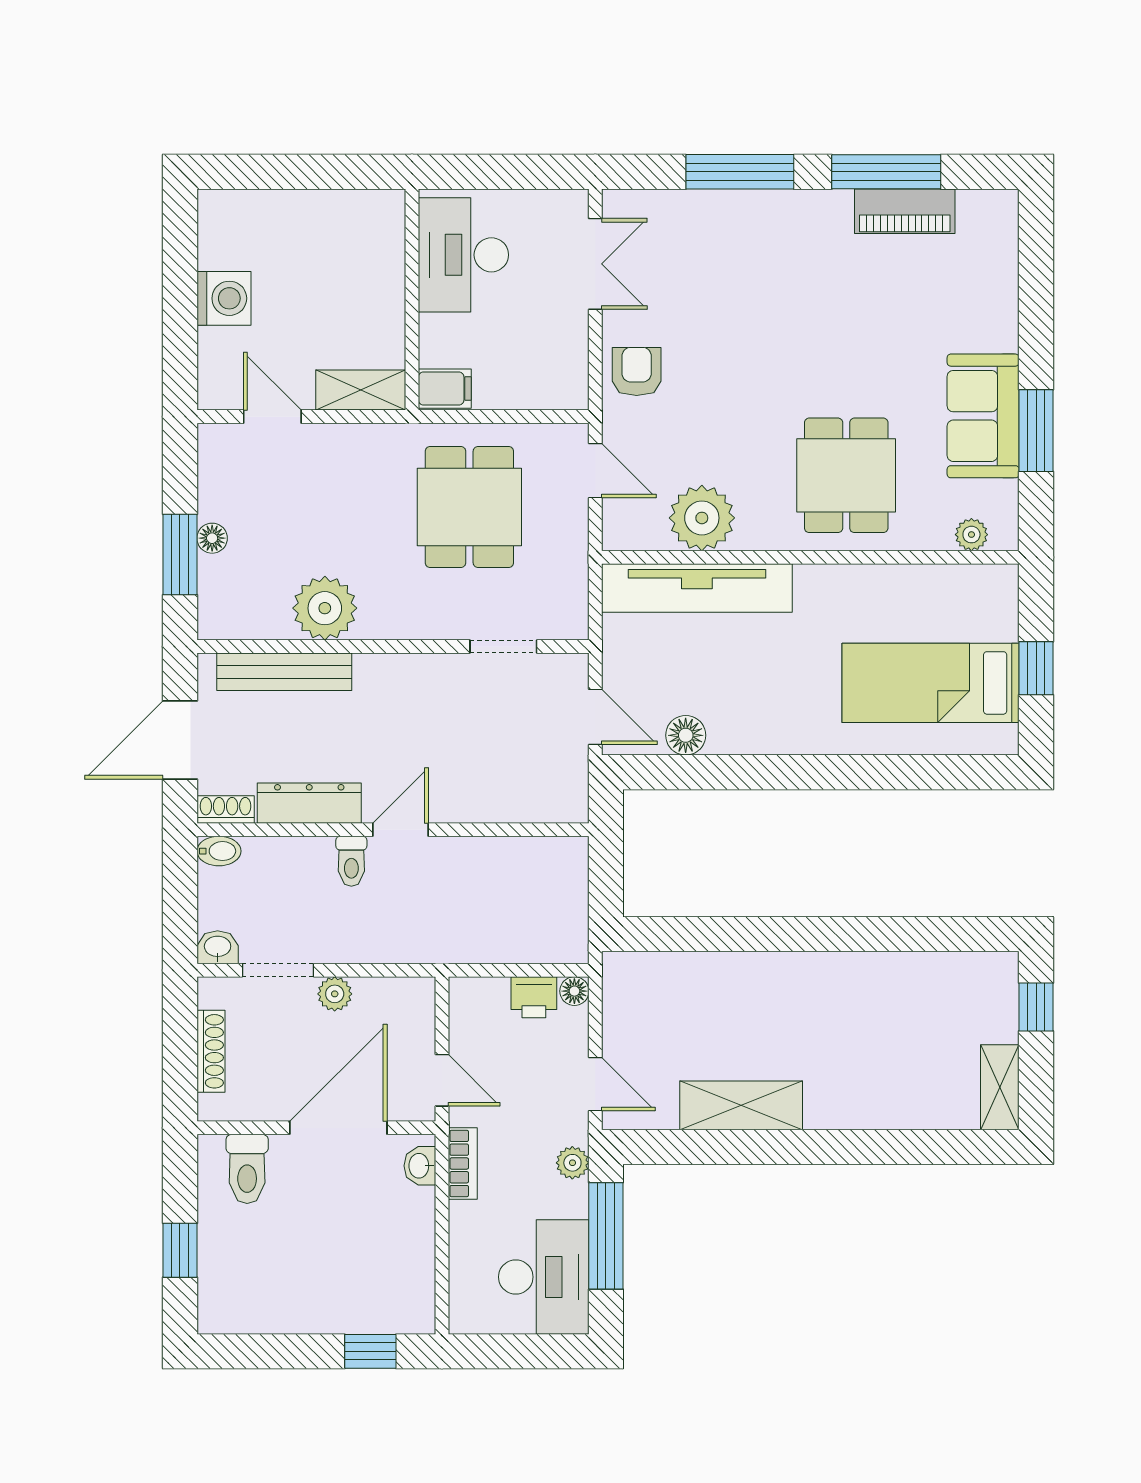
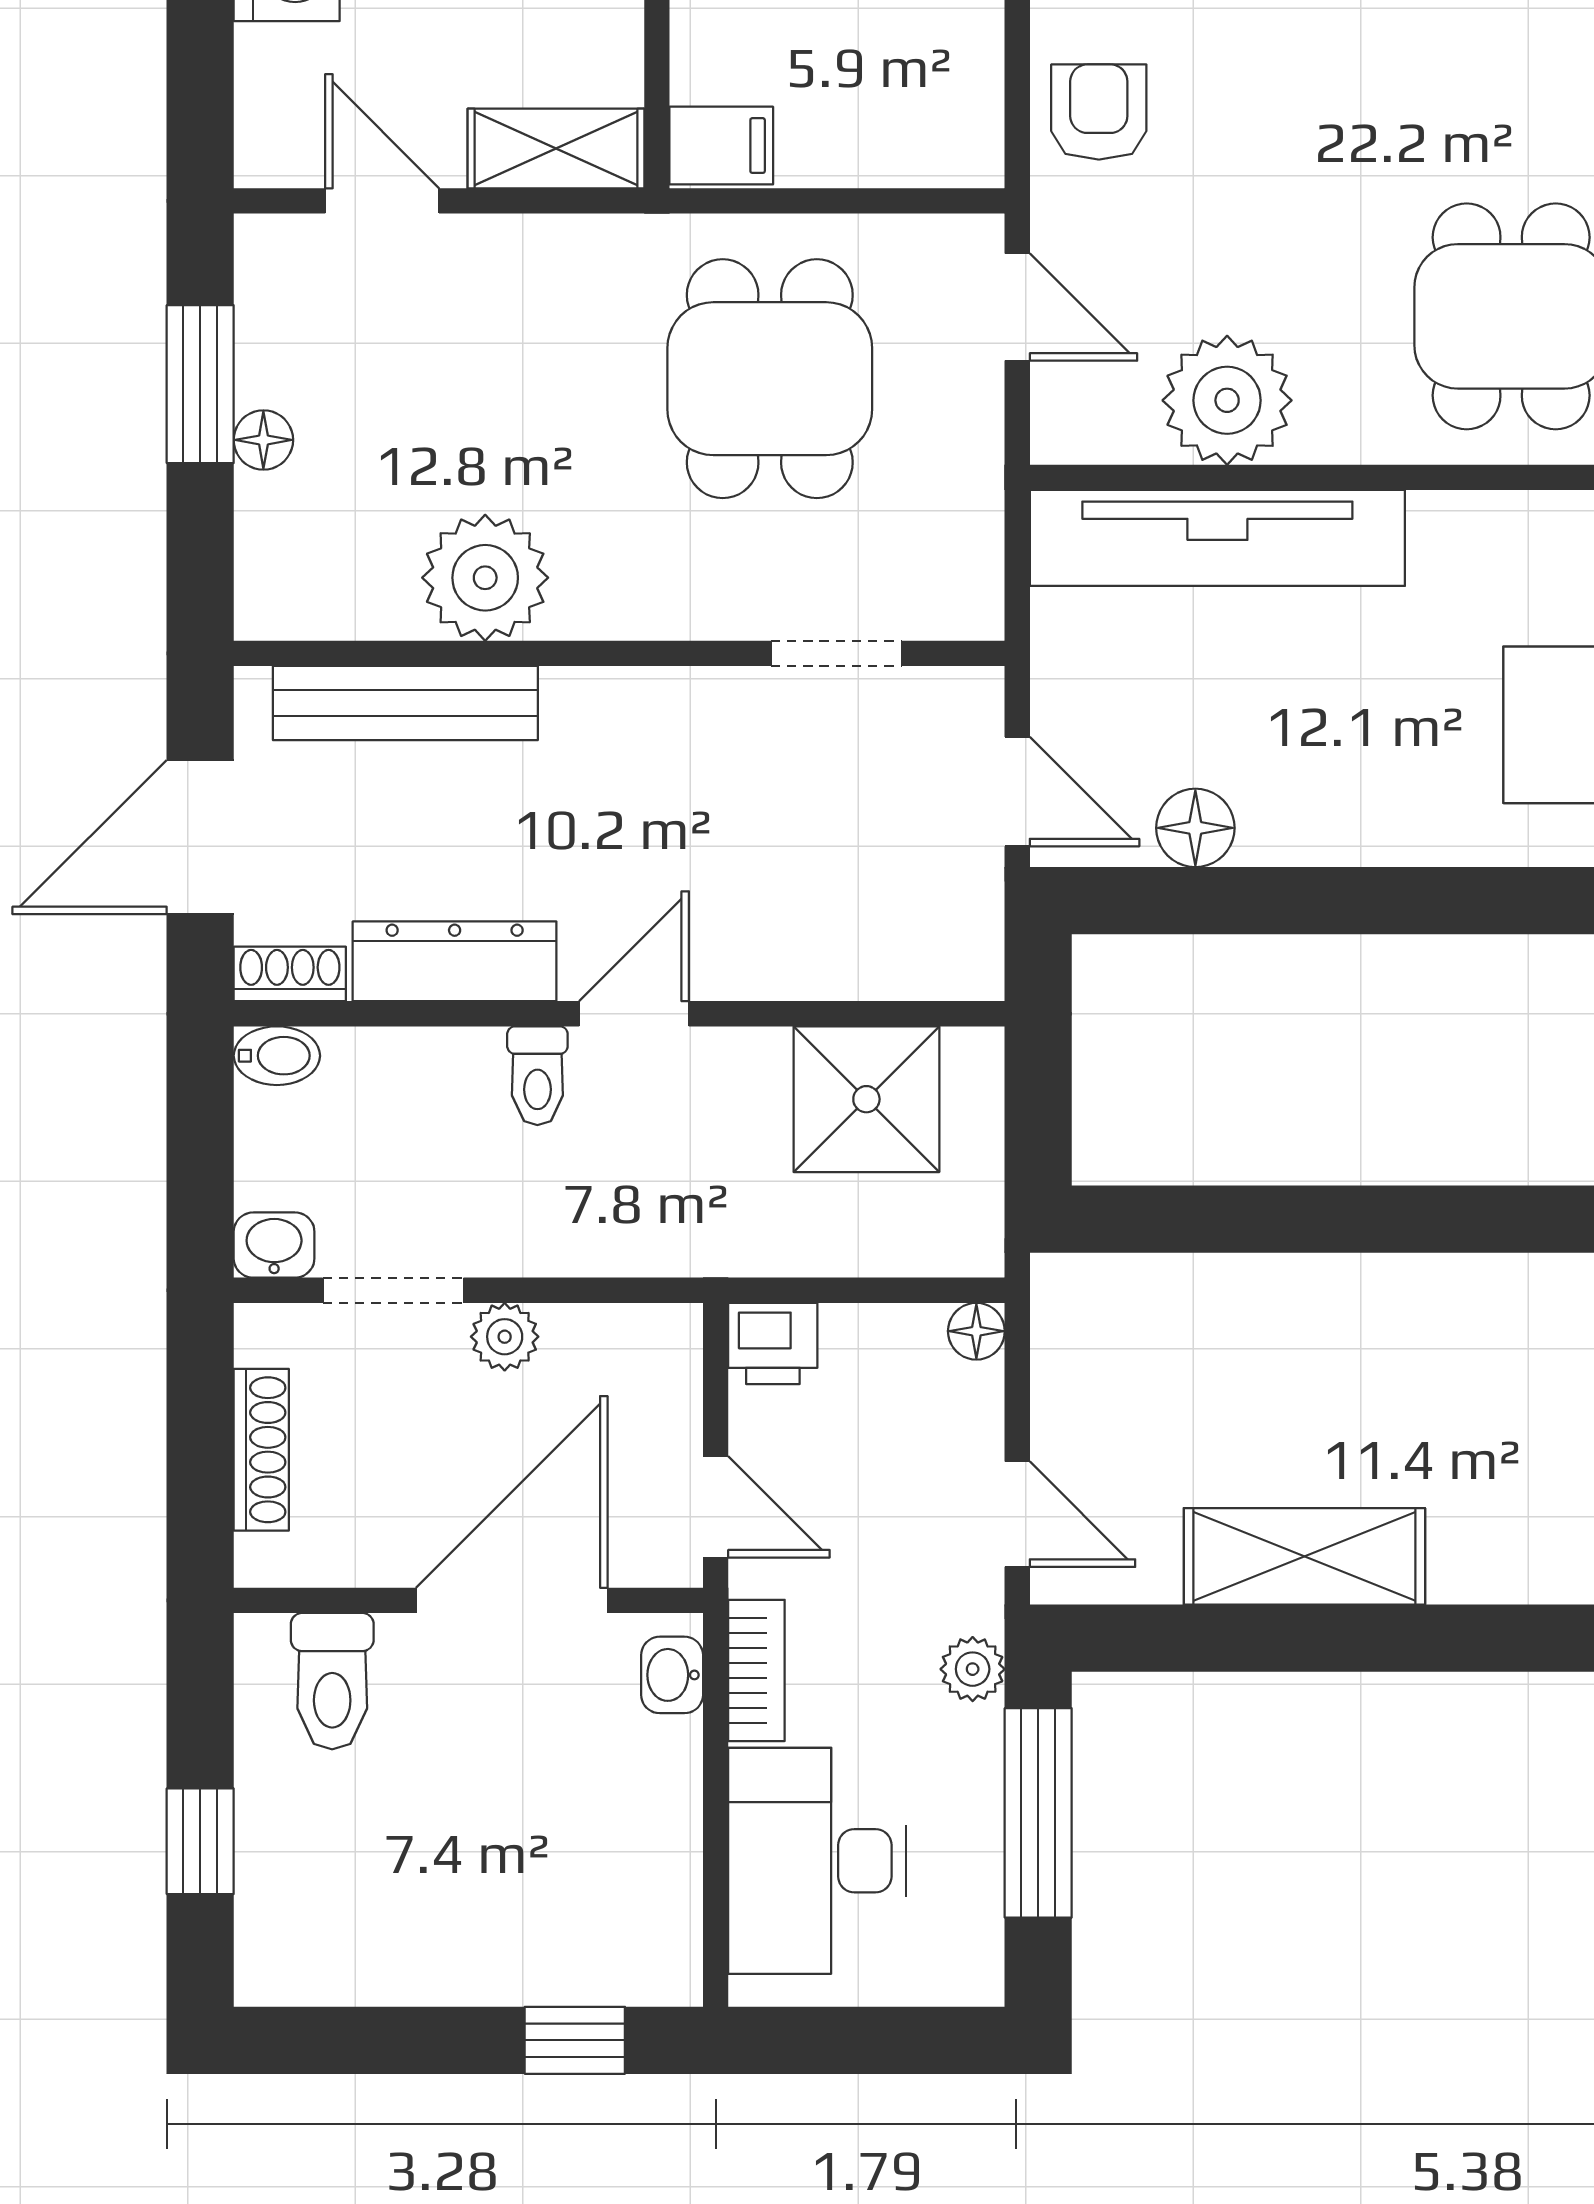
window: (180, 555) -> (200, 384), moved
shower: (519, 873) -> (866, 1099), added
printer: (534, 997) -> (773, 1343), moved
desk: (544, 1277) -> (817, 1861), moved, turned 180

